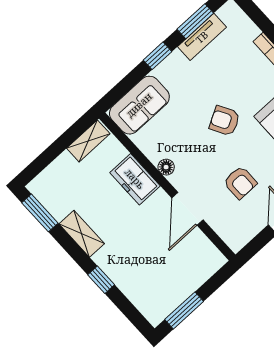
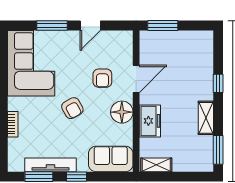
tv unit: (202, 37) -> (50, 165), width x1.41
floor lamp: (166, 167) -> (122, 112), width x1.89, depth x1.89
armchair: (240, 182) -> (102, 78), moved, turned 180
window: (184, 310) -> (163, 26), moved

